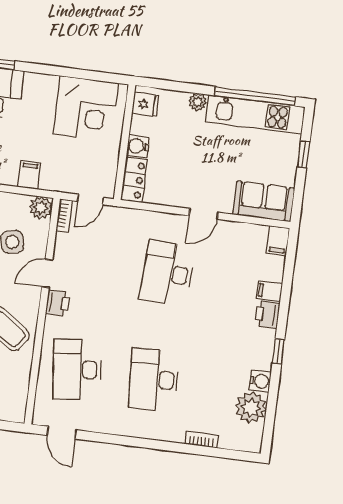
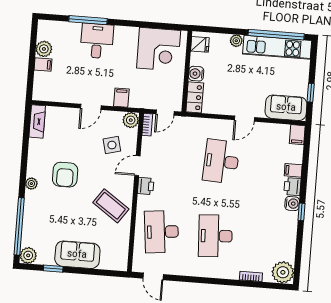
window: (304, 154) -> (311, 93), moved
water cooler: (260, 381) -> (292, 204), moved
plant: (251, 408) -> (283, 272), moved

